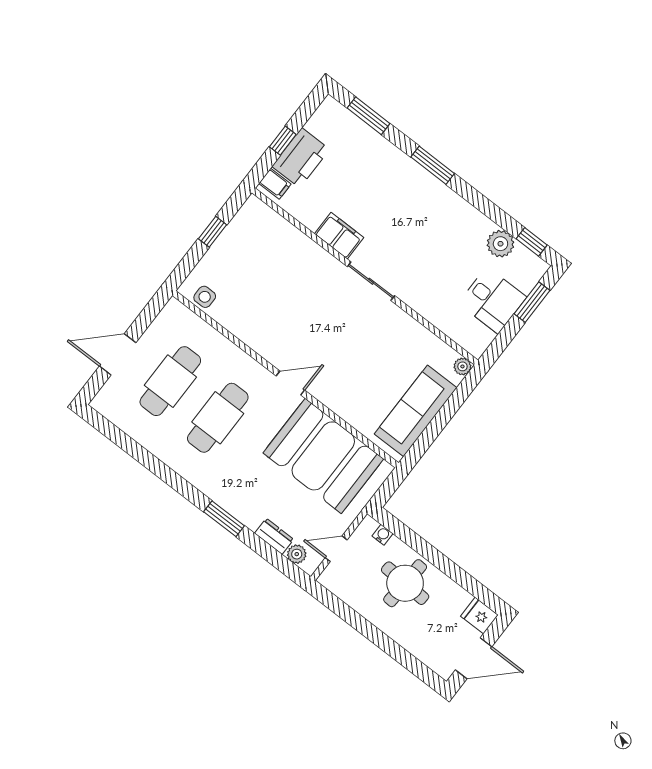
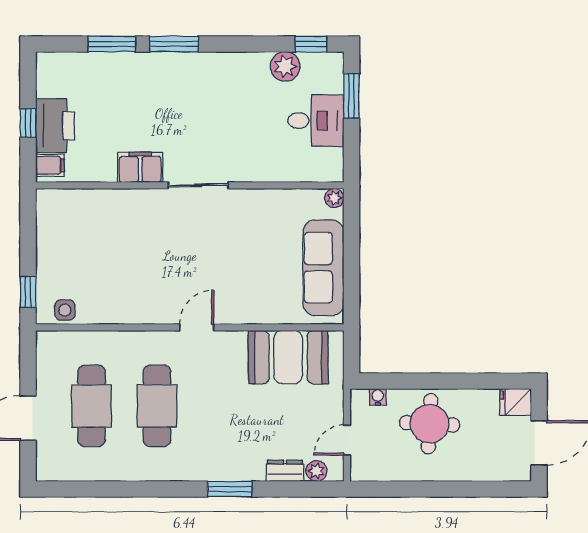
window: (369, 116) -> (112, 44), moved
window: (212, 232) -> (28, 292), moved
booth: (323, 456) -> (288, 357), width x0.73, depth x0.70

